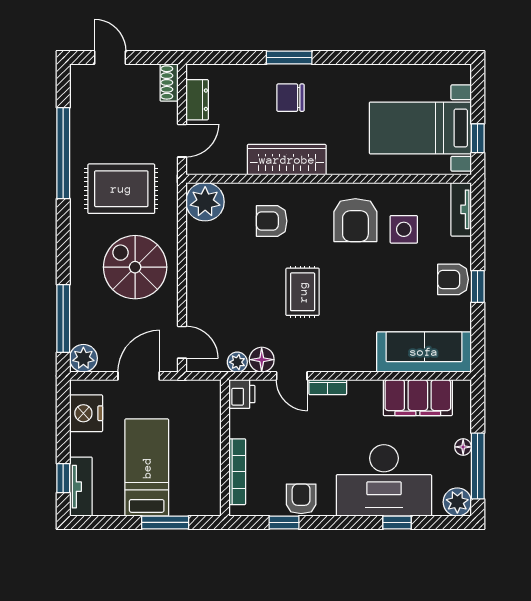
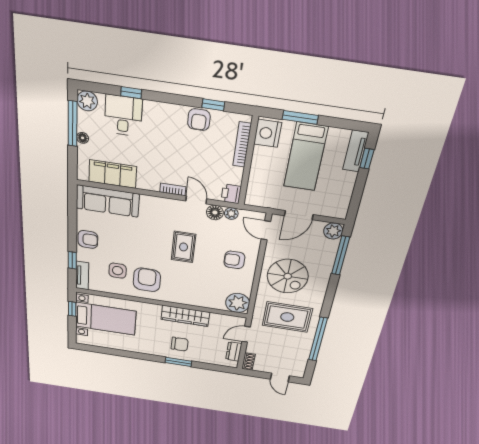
armchair: (272, 221) -> (234, 260), moved, turned 180
window: (478, 287) -> (72, 260), moved
nightstand: (86, 413) -> (268, 133), moved, turned 180
desk: (384, 480) -> (123, 116), width x0.53, depth x0.77

